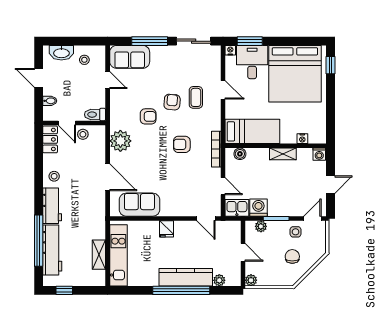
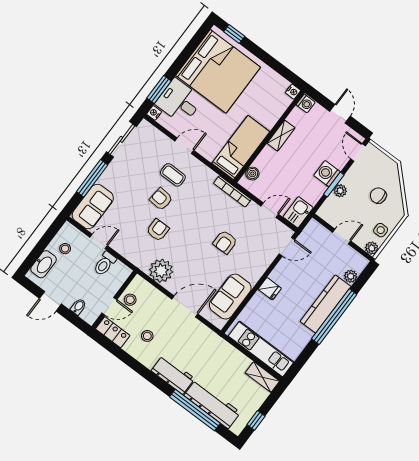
toilet: (95, 115) -> (105, 264), moved
nightstand: (302, 139) -> (293, 92), moved
armchair: (182, 144) -> (225, 242), moved
stool: (54, 176) -> (147, 336), moved
washing machine: (258, 208) -> (327, 174), moved
plant: (261, 226) -> (340, 191), moved
side table: (296, 232) -> (381, 230), moved
shelving: (99, 255) -> (262, 377), moved

